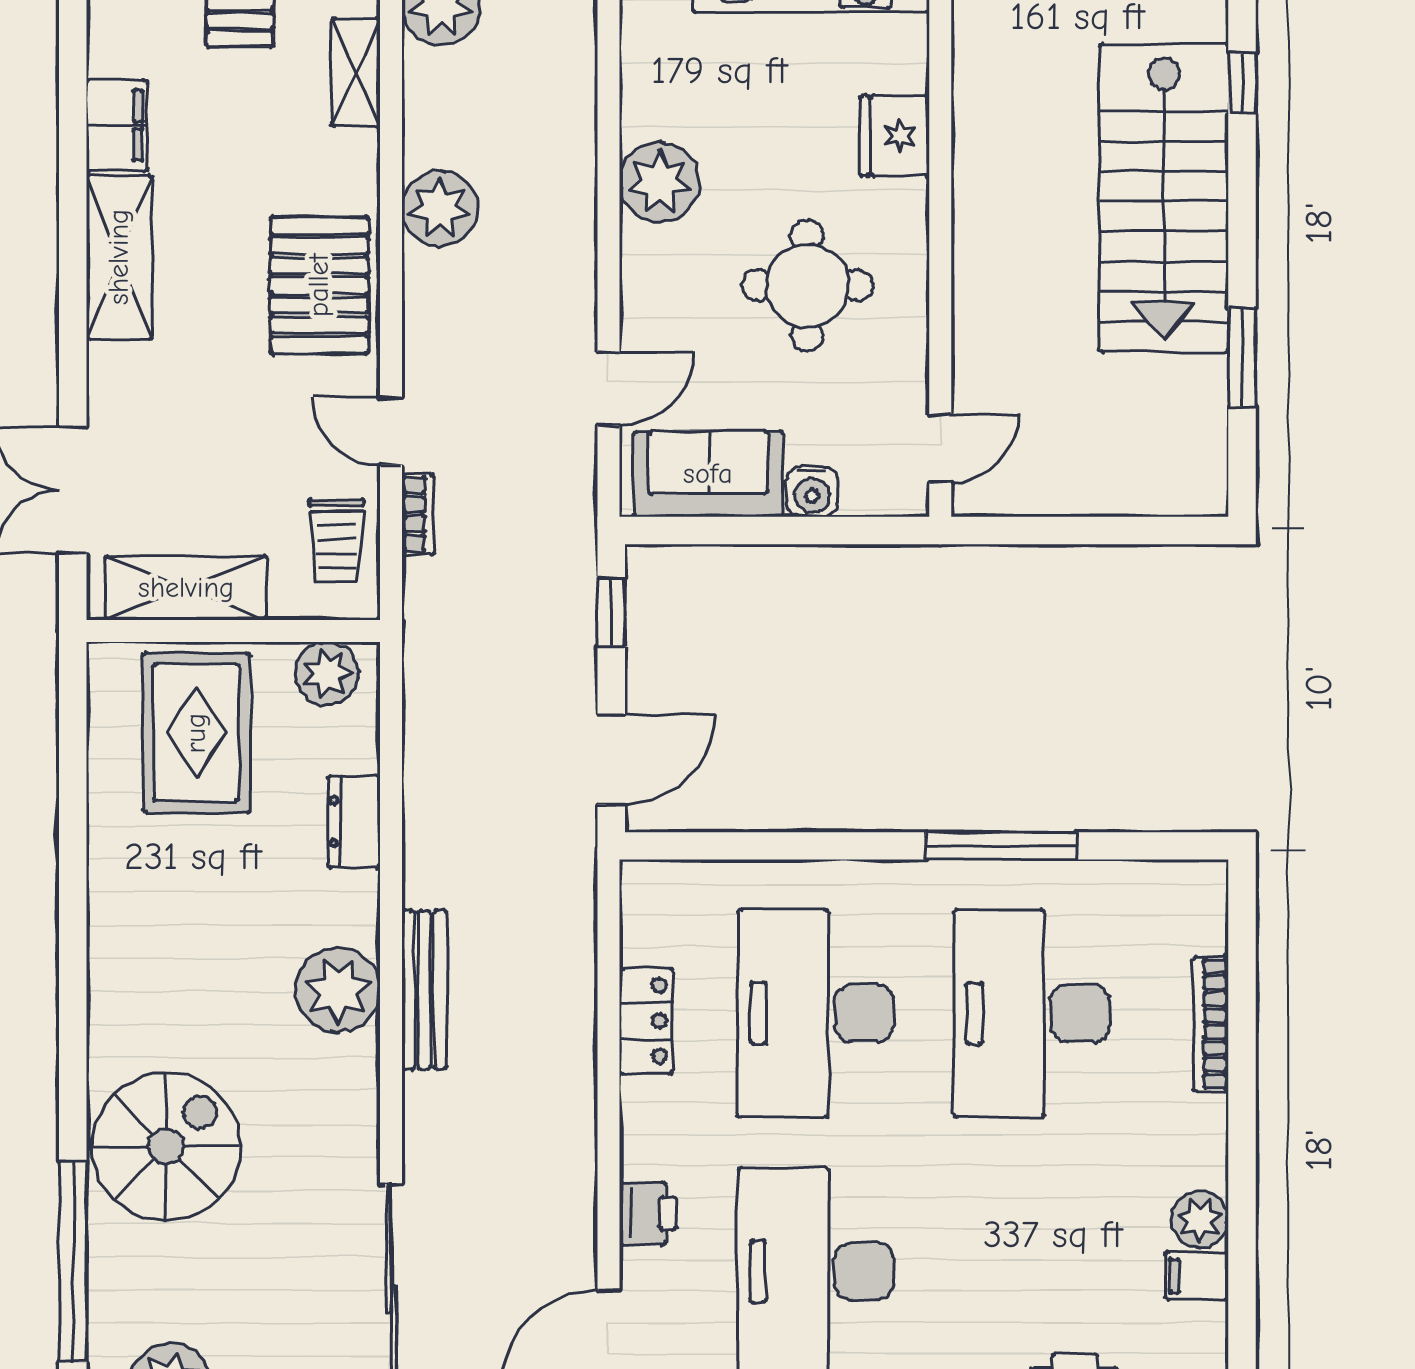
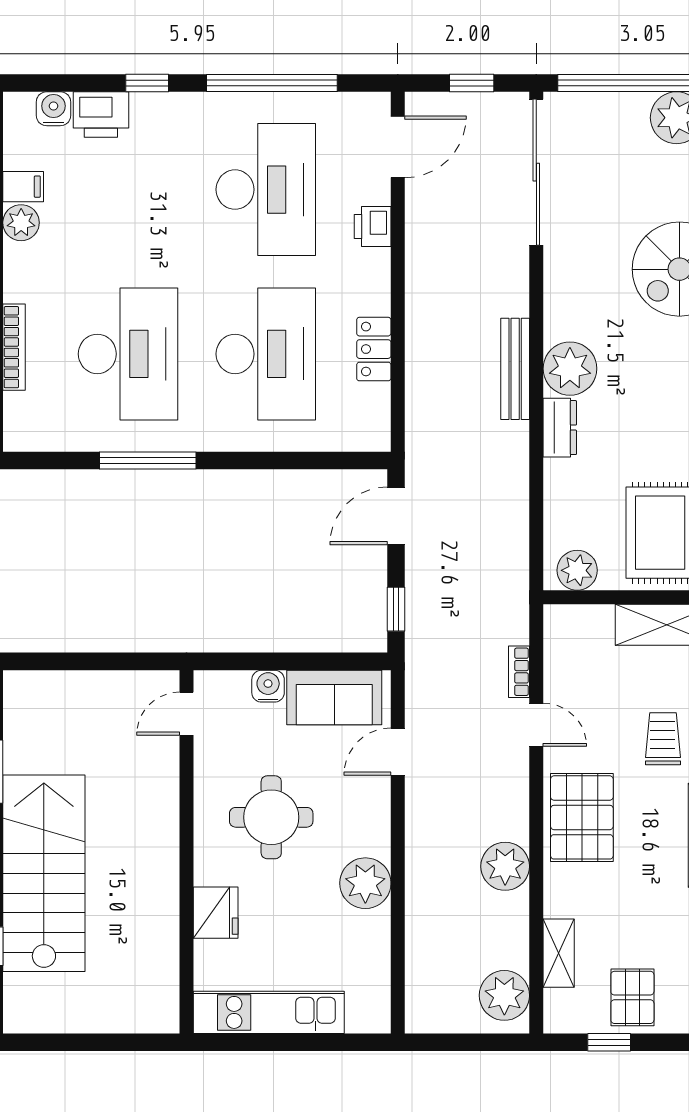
trolley: (337, 540) -> (663, 739), moved
dresser: (354, 822) -> (560, 428), moved

